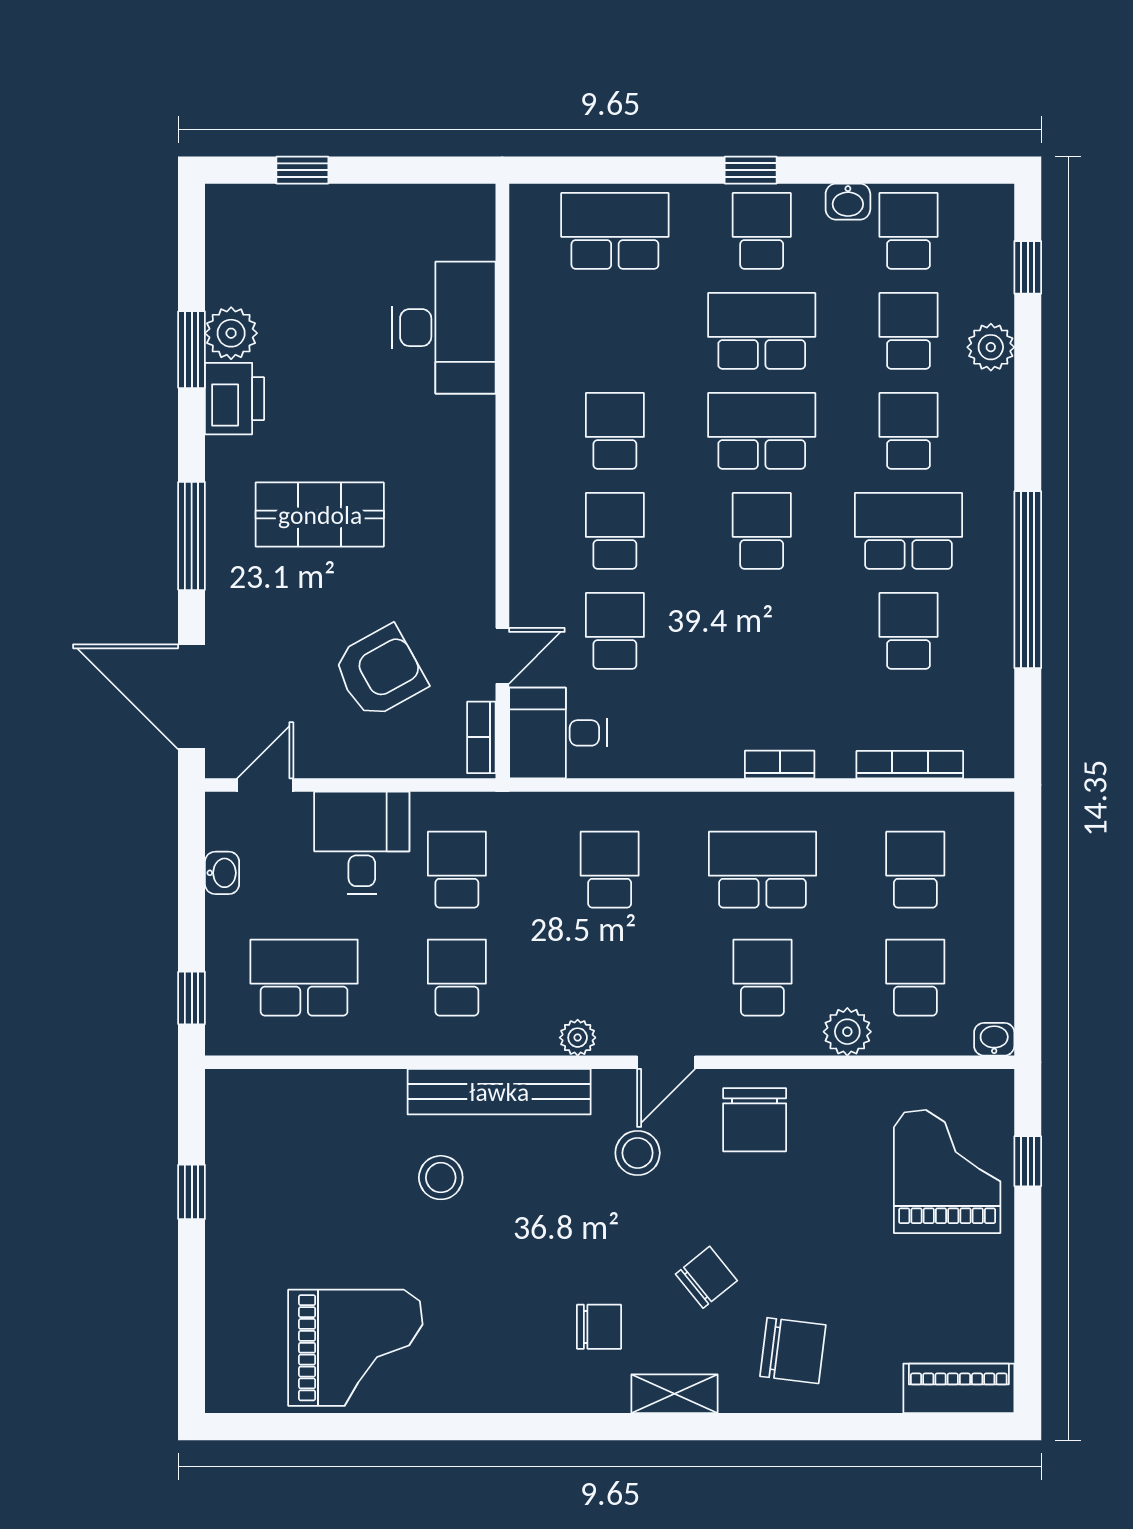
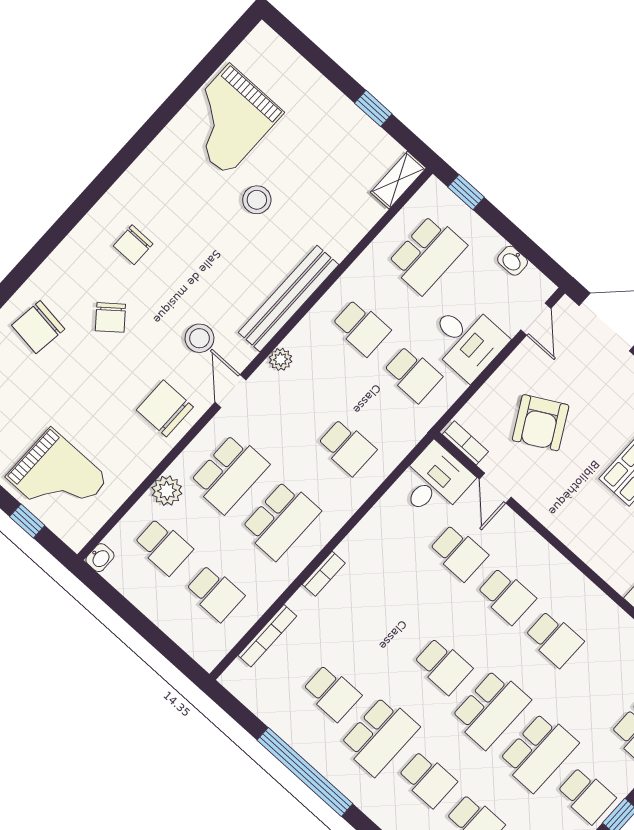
school desk: (762, 978) -> (229, 474), width x1.85
stool: (441, 1178) -> (257, 200), moved
shelving: (674, 1394) -> (398, 180), moved

